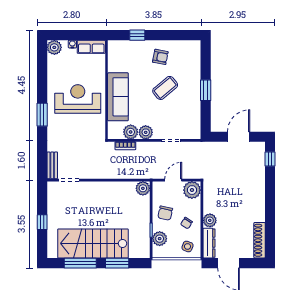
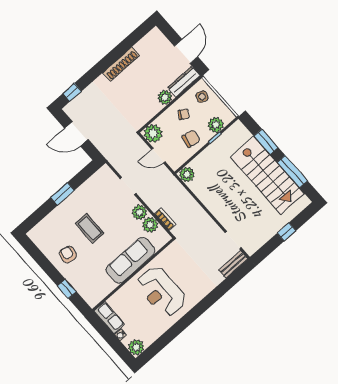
coffee table: (165, 88) -> (90, 228), turned 40
window: (42, 115) -> (199, 309), removed
shoe rack: (260, 240) -> (121, 64), moved

